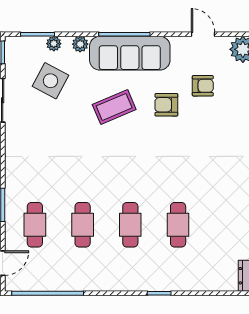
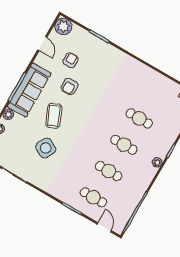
door: (203, 34) -> (42, 44), swing flipped
side table: (50, 81) -> (46, 148), moved
plant: (133, 284) -> (157, 162), added

